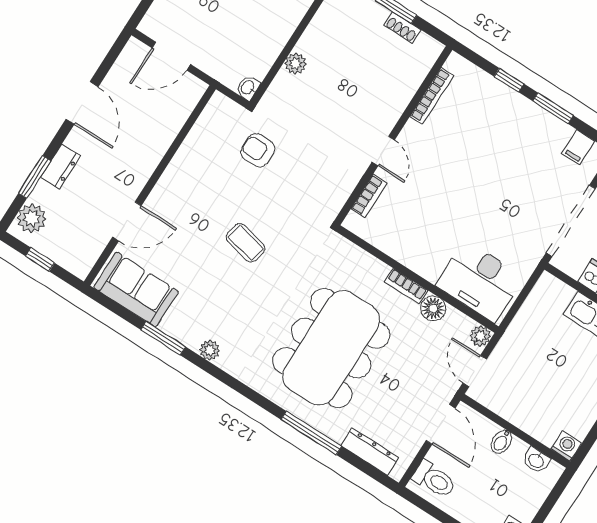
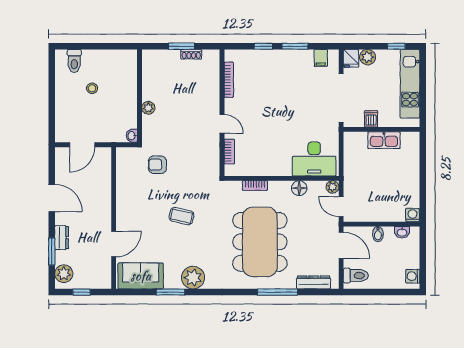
bookcase: (406, 286) -> (255, 186), moved
plant: (210, 350) -> (193, 278), width x1.88, depth x1.88

